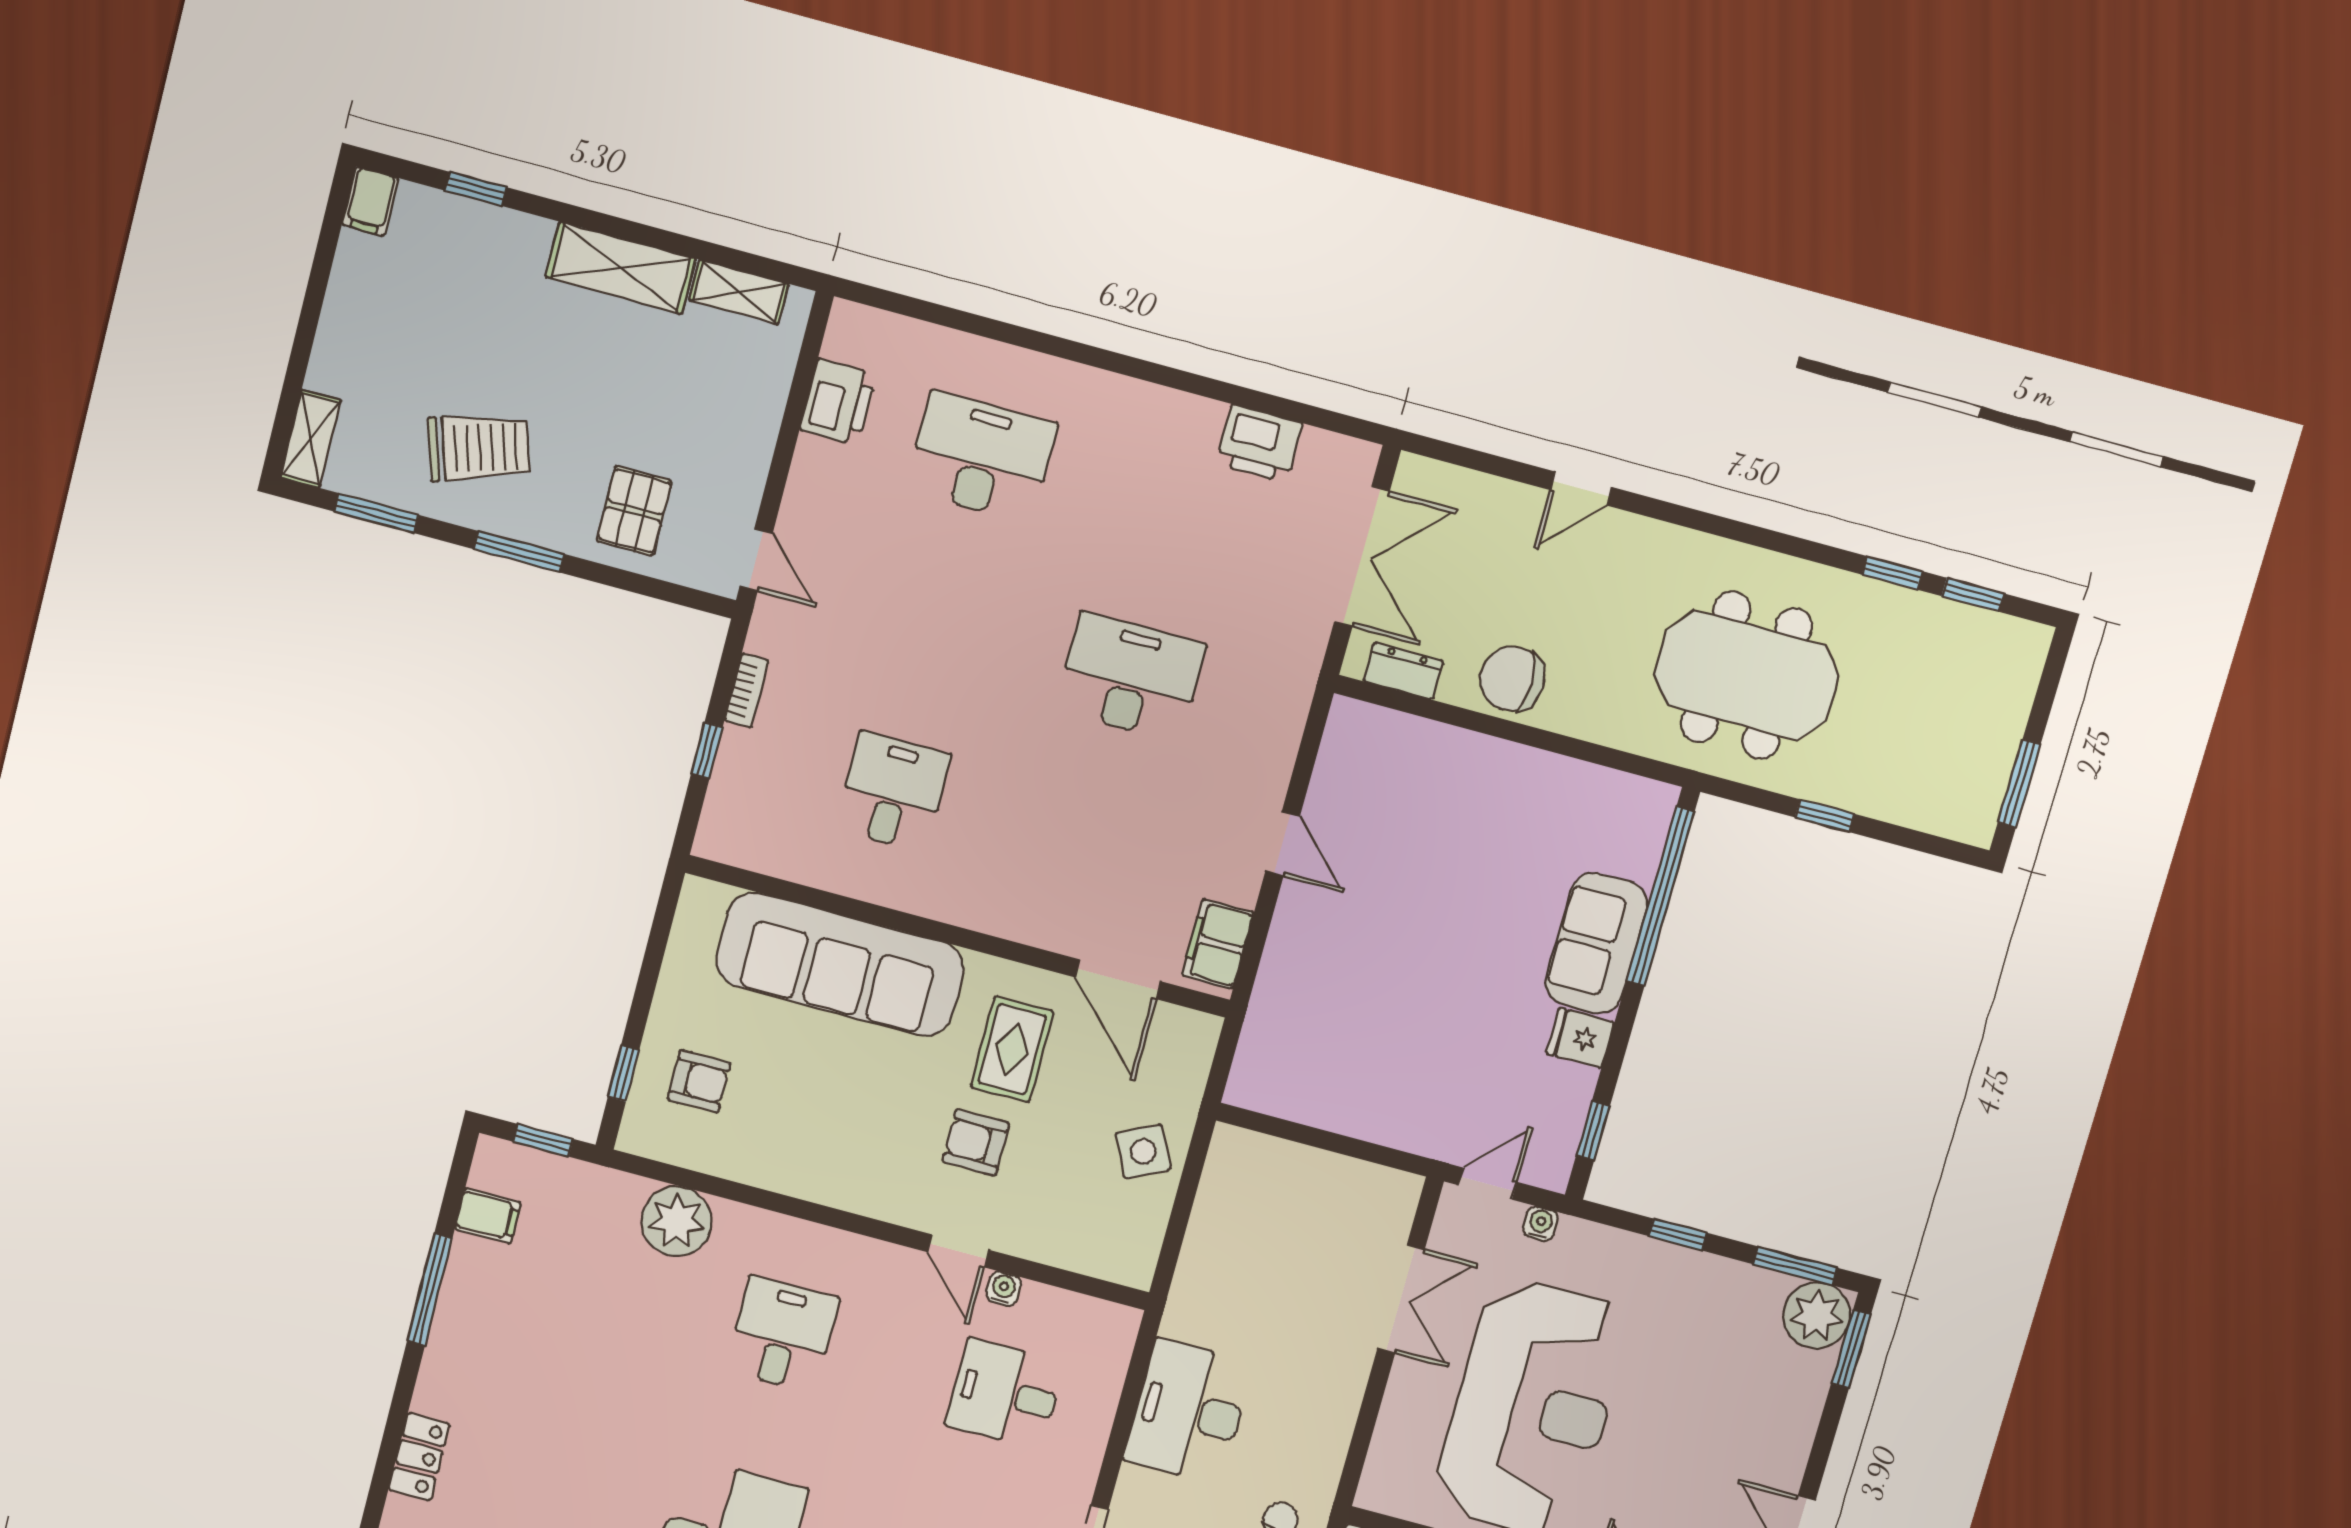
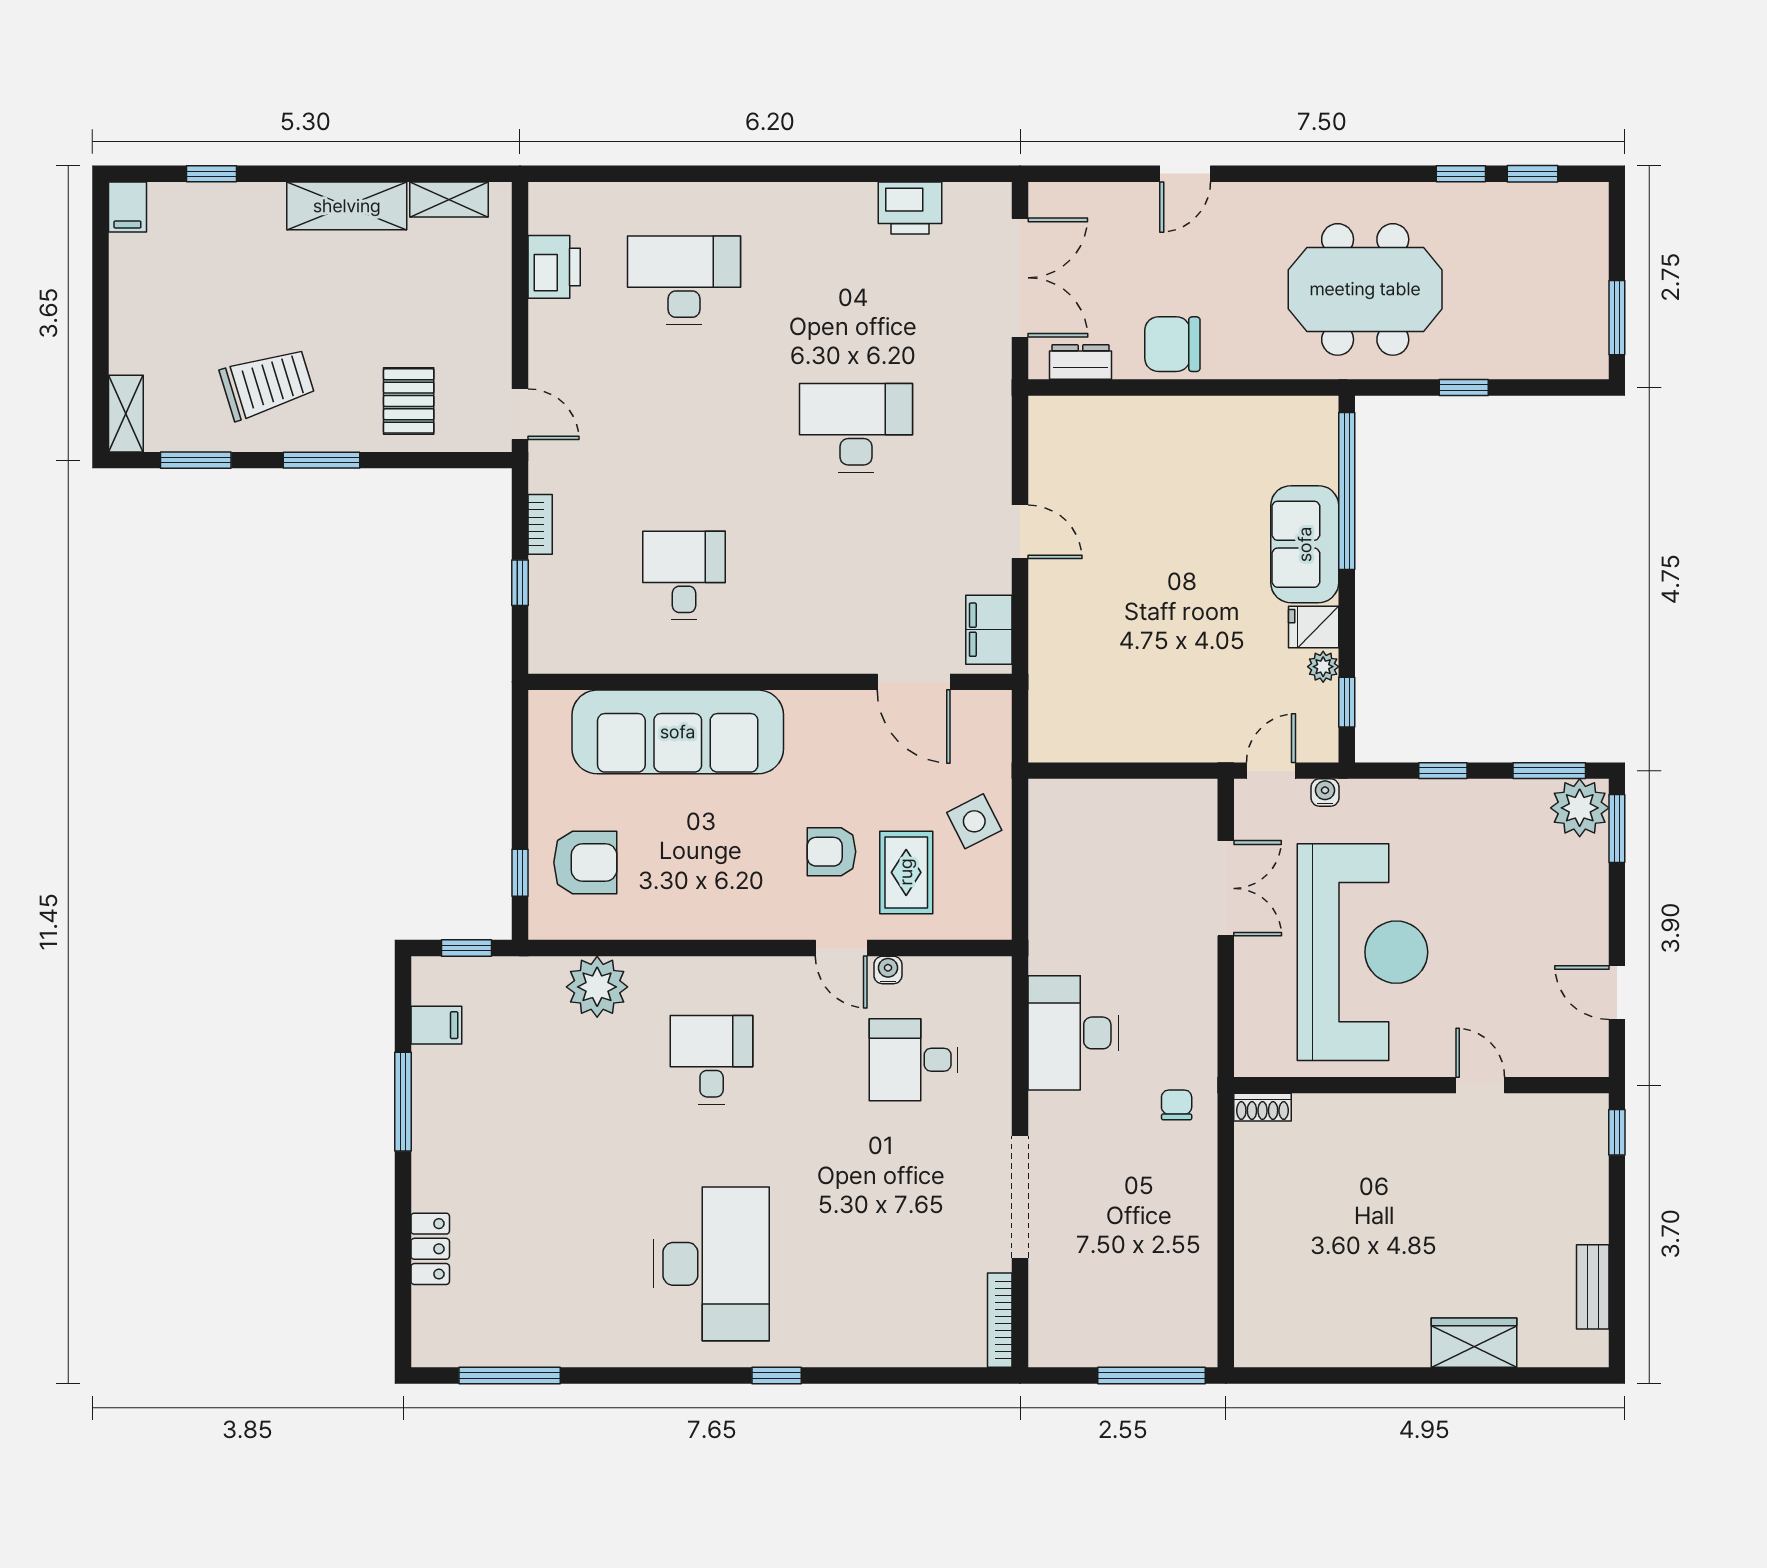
rug: (1012, 1049) -> (906, 872), moved
armchair: (699, 1081) -> (585, 862), width x1.38, depth x1.38
plant: (1578, 1085) -> (1323, 667), added

